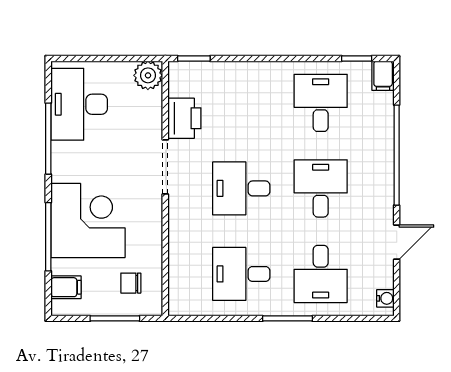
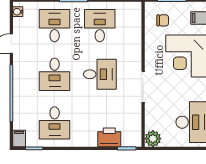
printer: (184, 118) -> (109, 137), moved, turned 90
desk: (241, 274) -> (100, 26), turned -90

